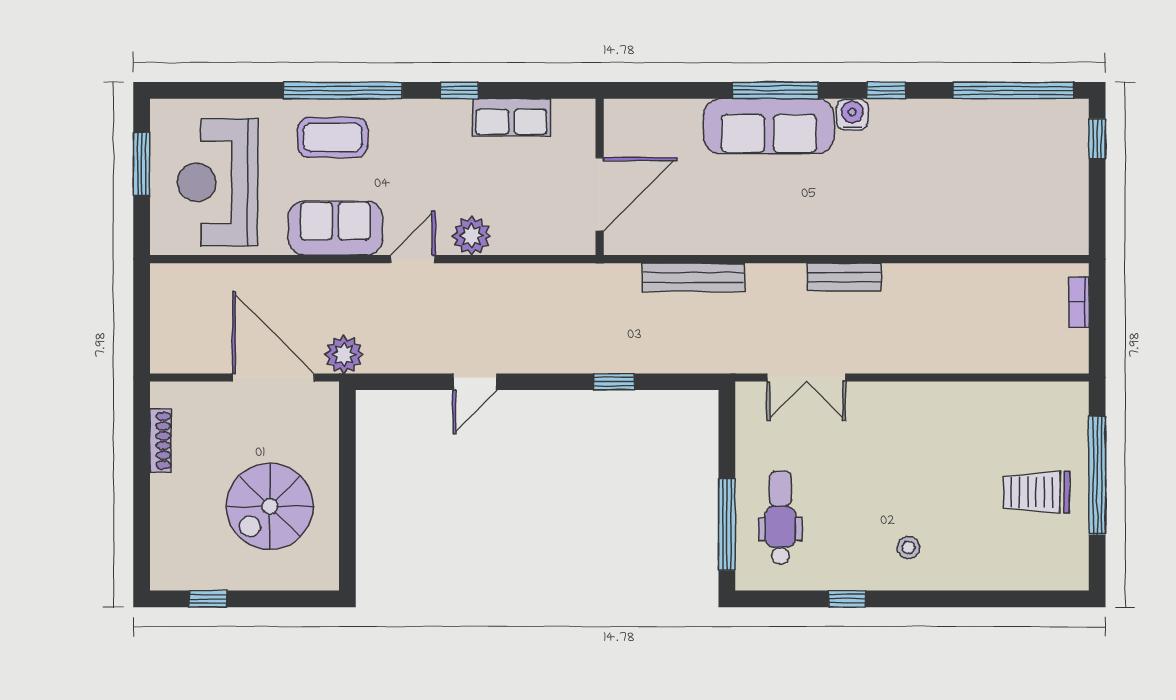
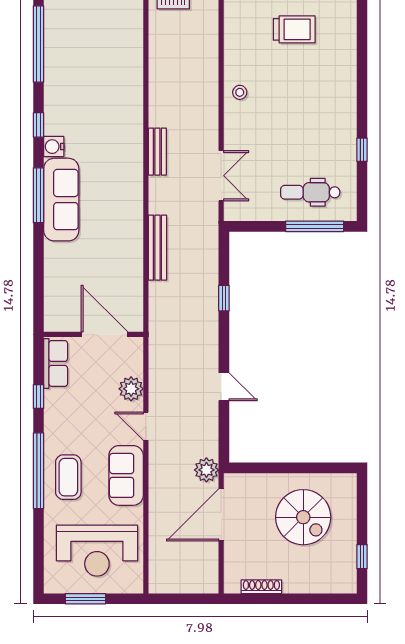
wall: (600, 177) -> (94, 334), moved
door: (600, 194) -> (105, 334), moved
trolley: (1036, 492) -> (294, 29), turned -90
stool: (909, 547) -> (240, 92), moved

